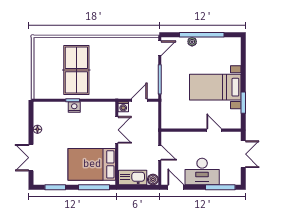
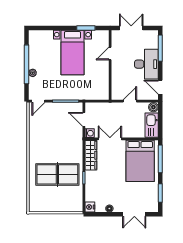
door: (160, 48) -> (38, 101), swing flipped
nightstand: (74, 107) -> (90, 207), moved
wardrobe: (98, 108) -> (91, 155), added
door: (176, 187) -> (160, 87), hinge flipped

